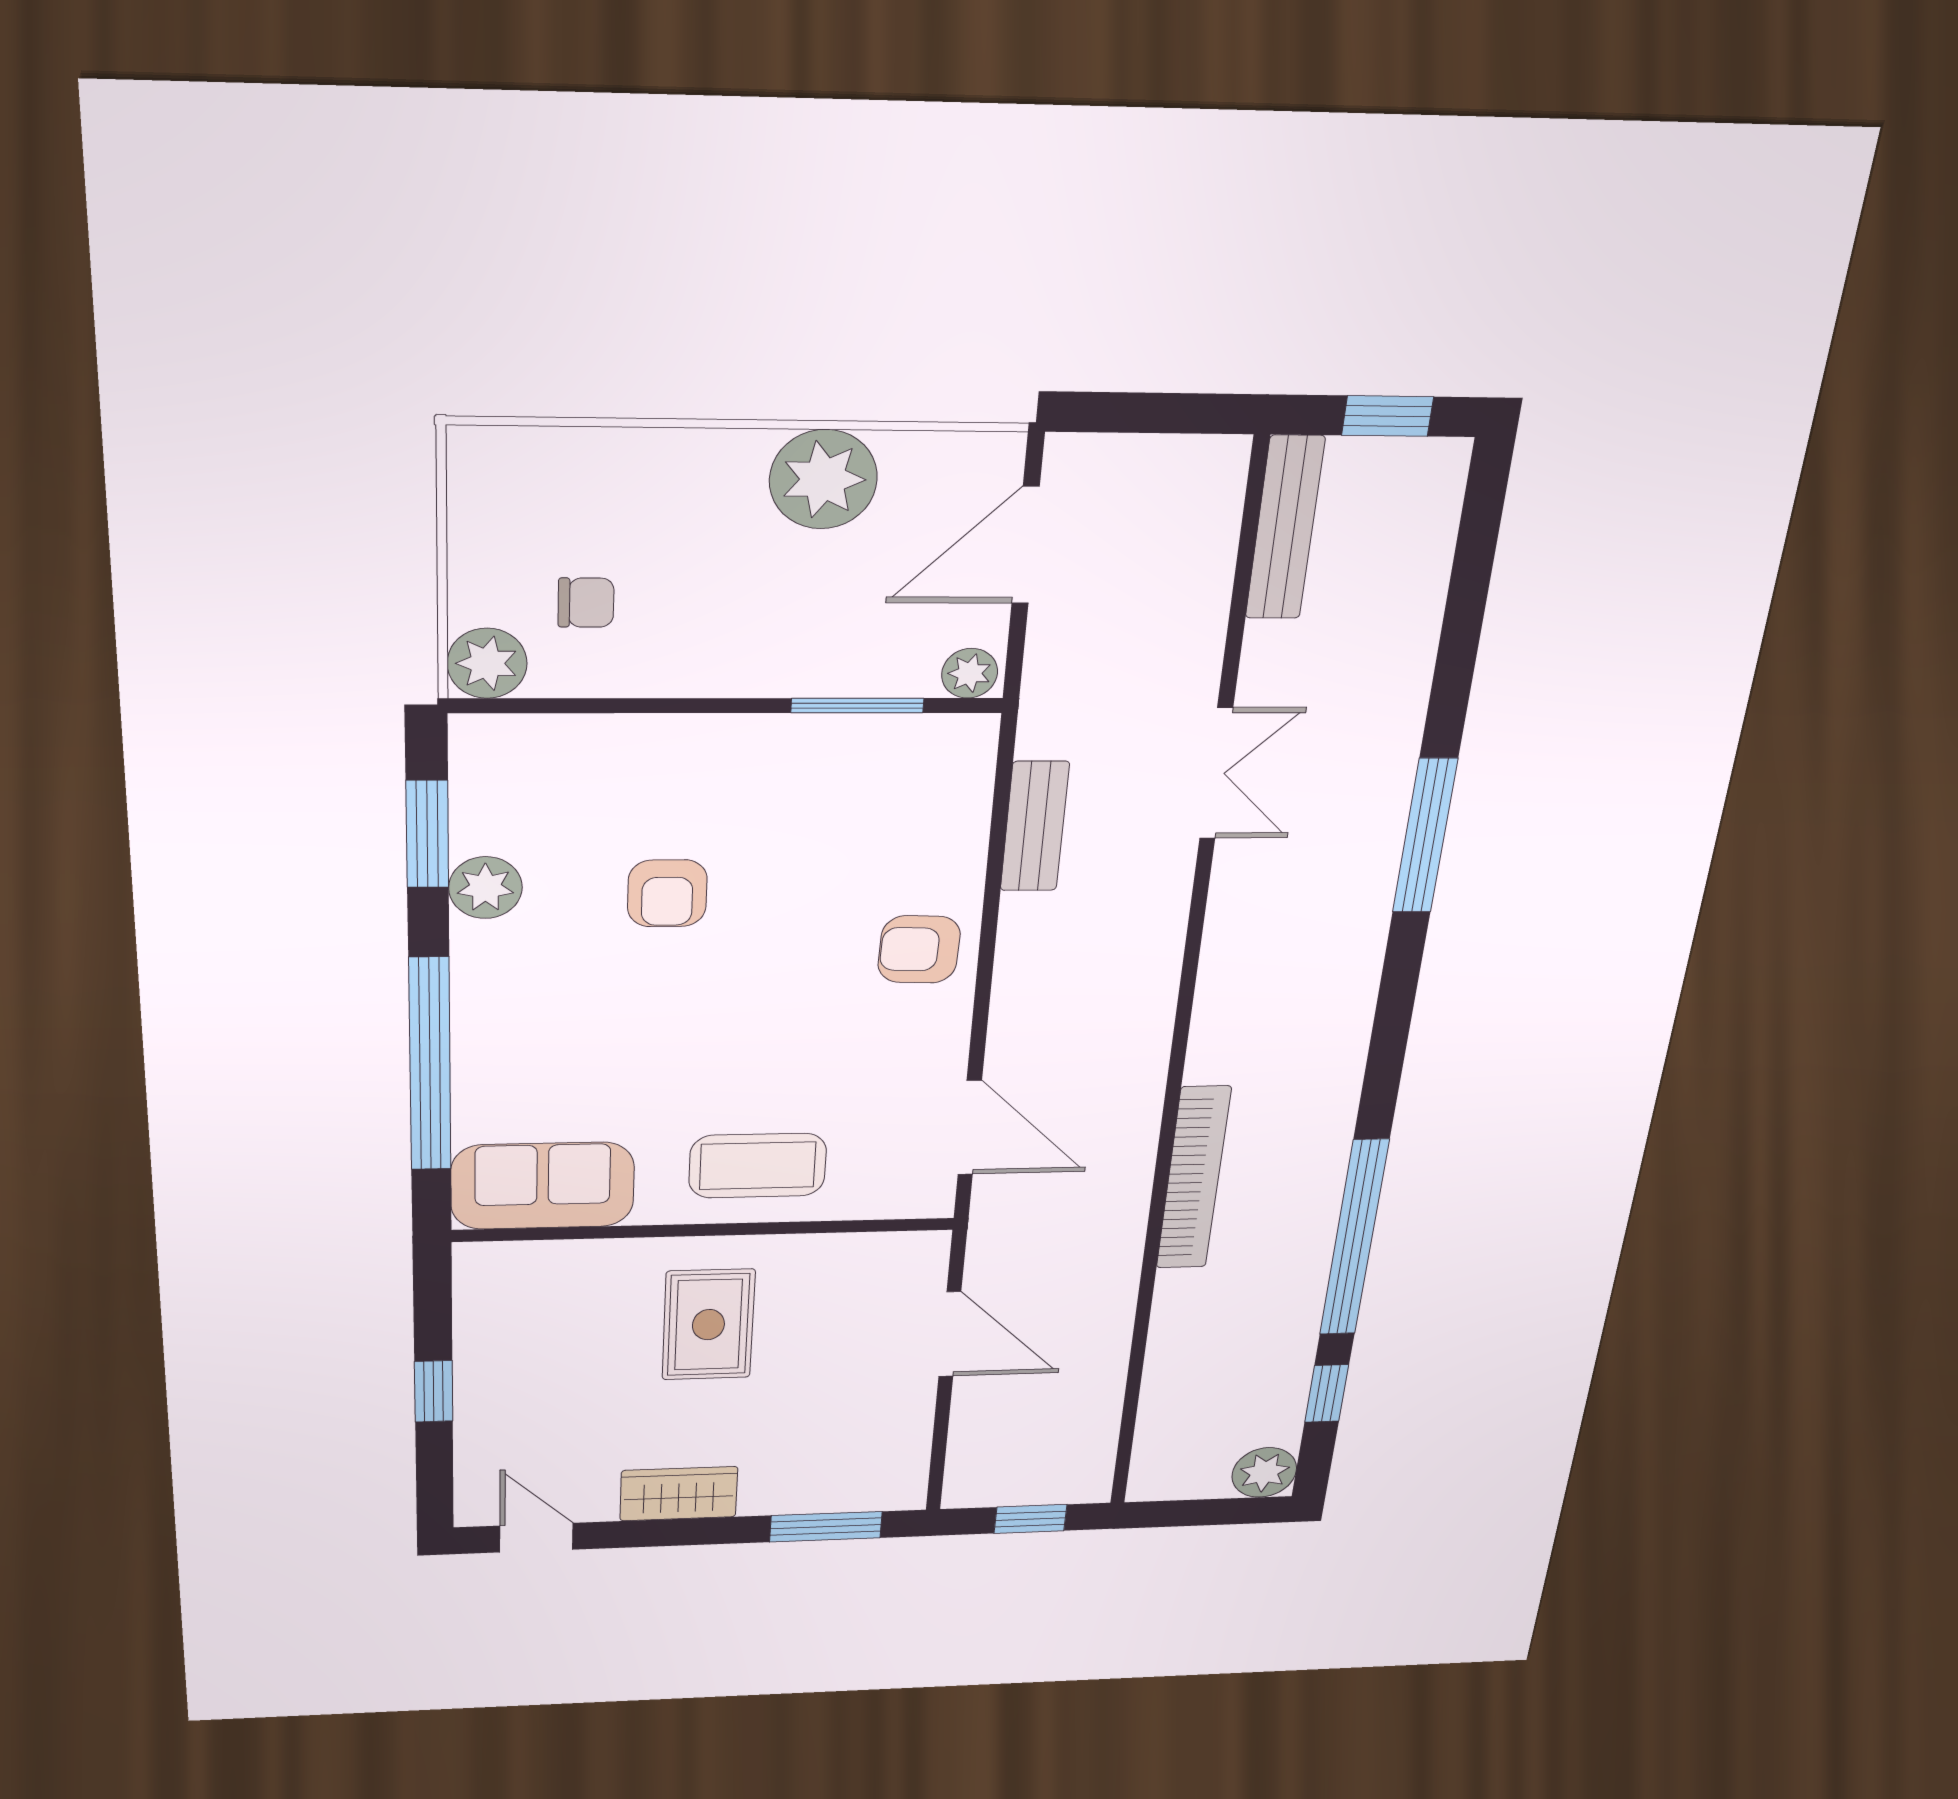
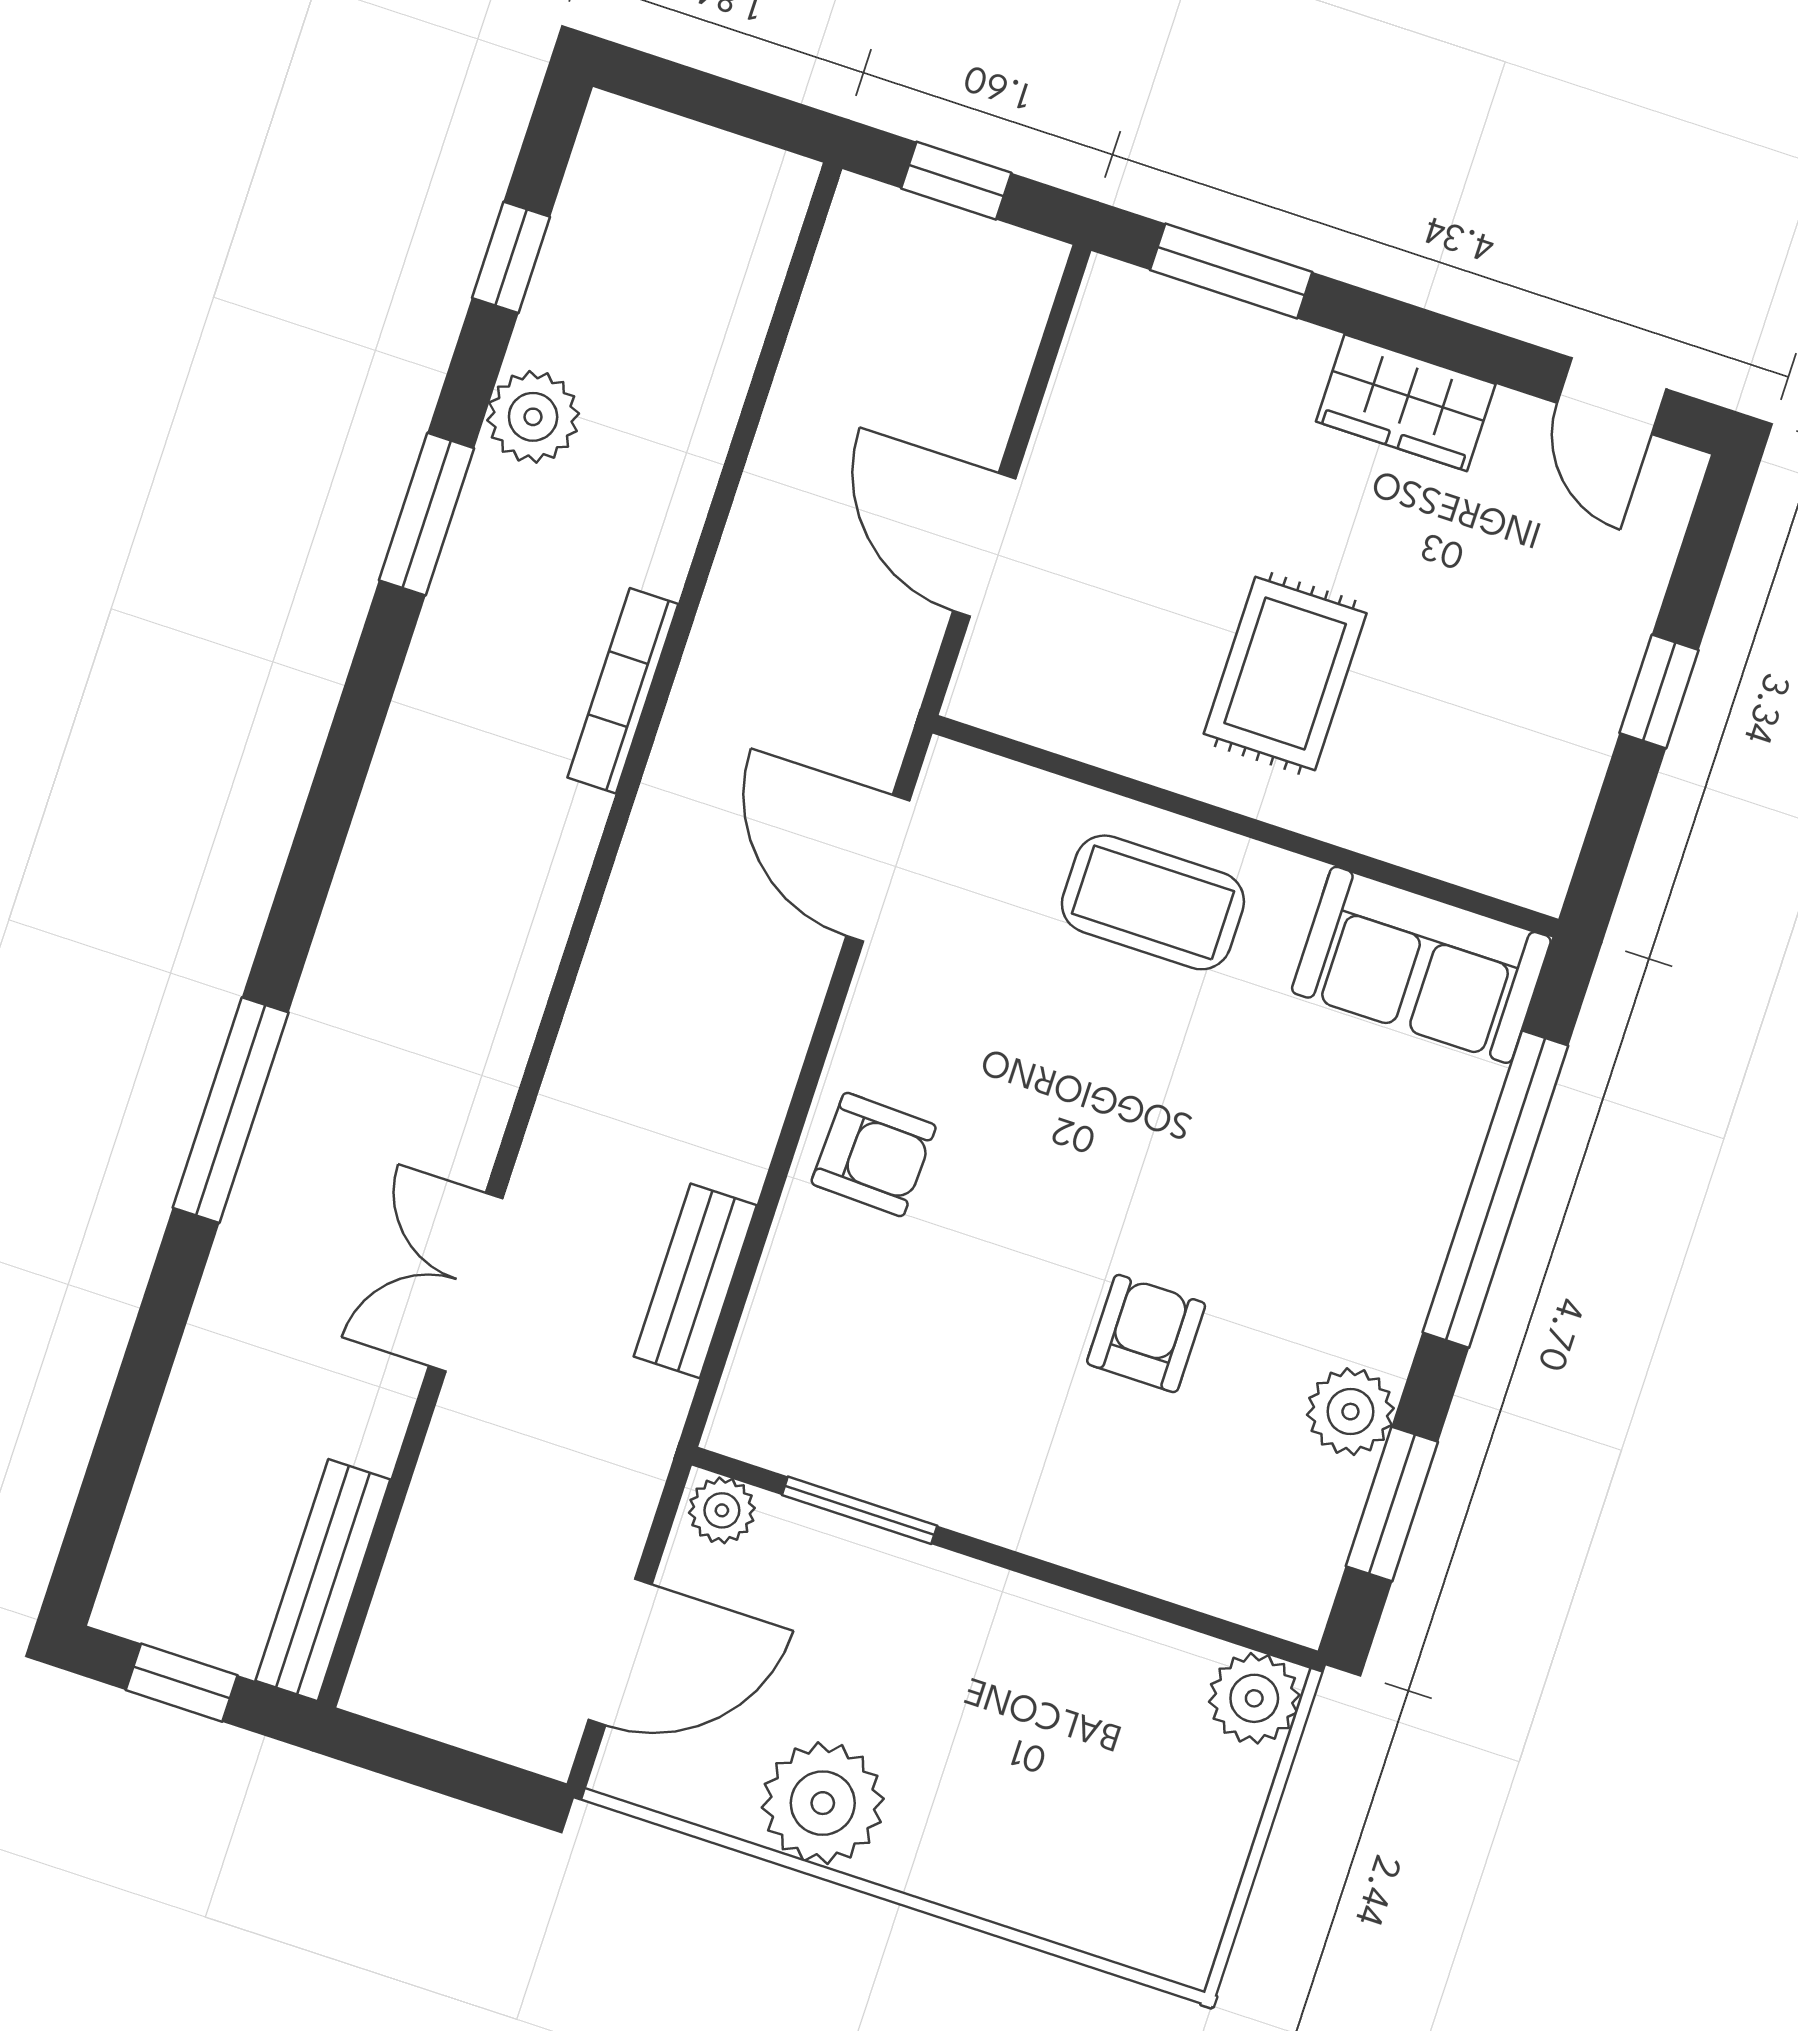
chair: (586, 603) -> (1123, 1738), removed
bookcase: (1193, 1178) -> (623, 691), width x0.68, depth x0.76
window: (1354, 1238) -> (427, 514), width x0.47
plant: (1264, 1472) -> (533, 417), moved

